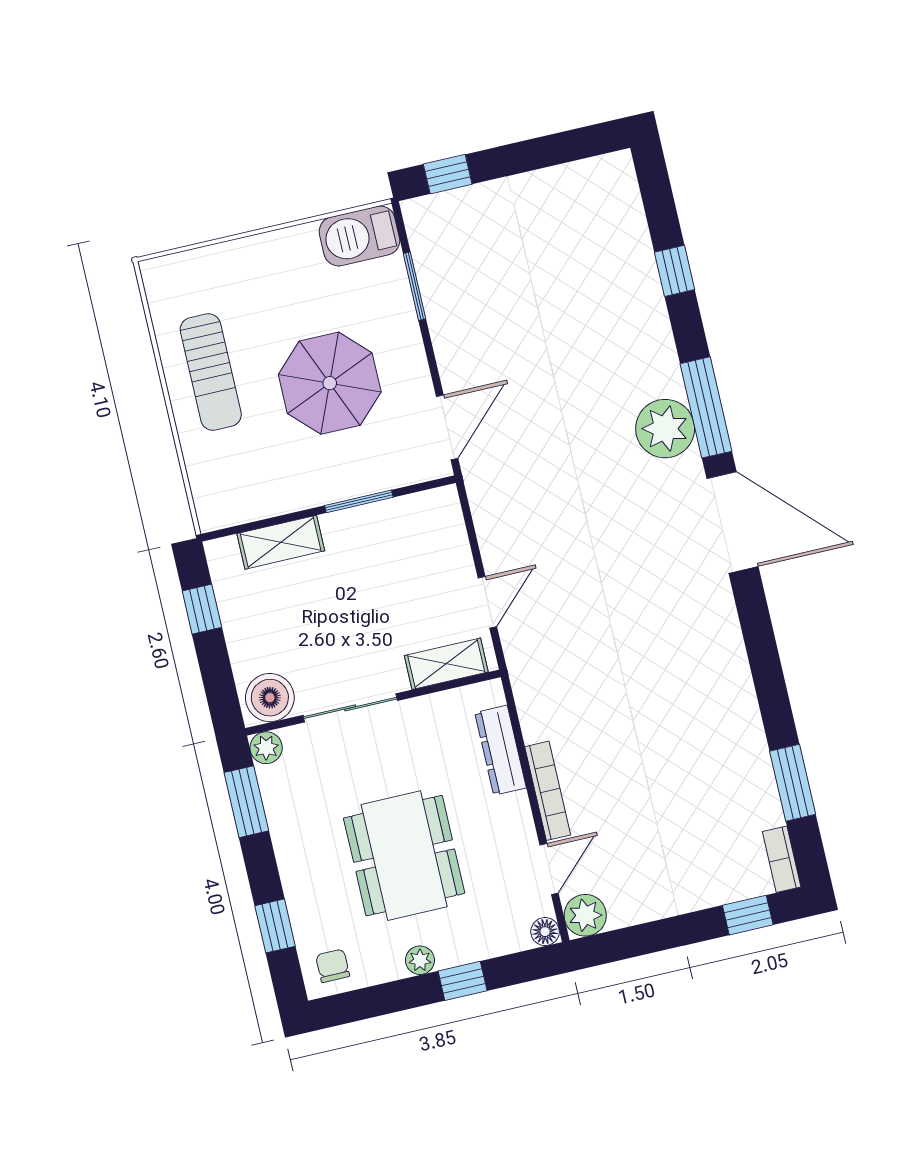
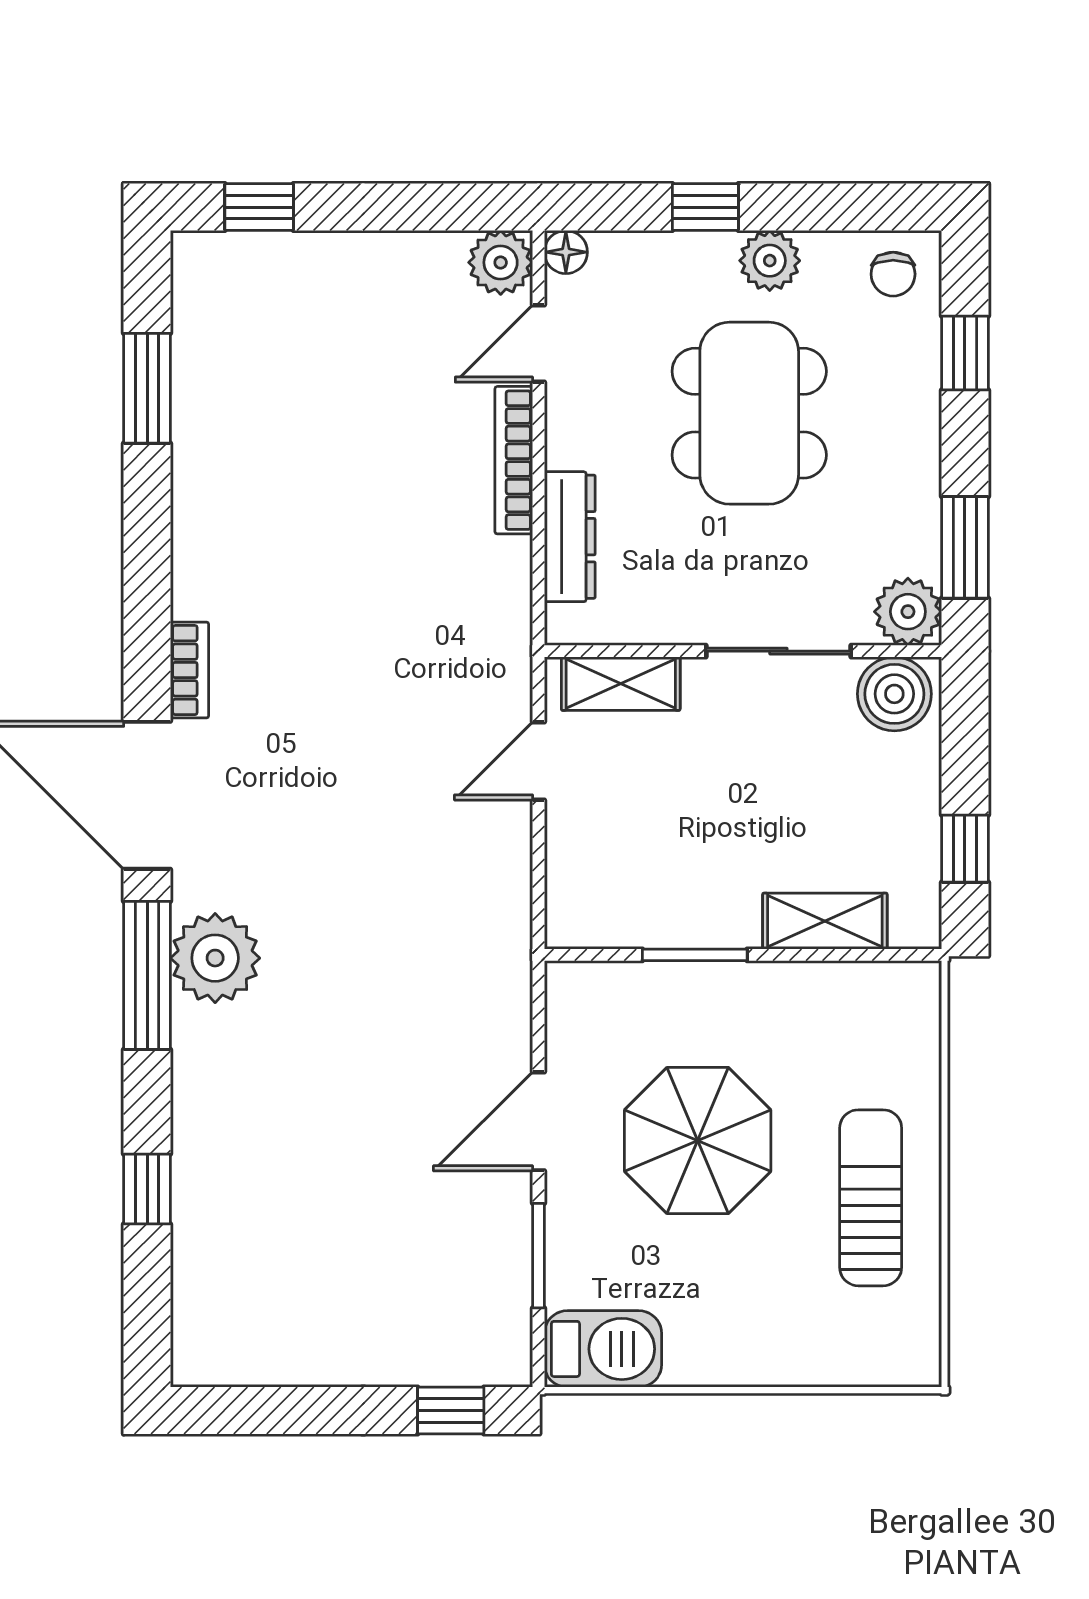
door: (447, 427) -> (538, 1121), moved
plant: (266, 748) -> (908, 612), width x1.38, depth x1.38
bookcase: (782, 859) -> (190, 670), moved
plant: (420, 960) -> (770, 261), width x1.38, depth x1.38

